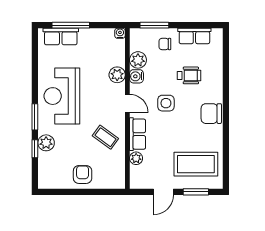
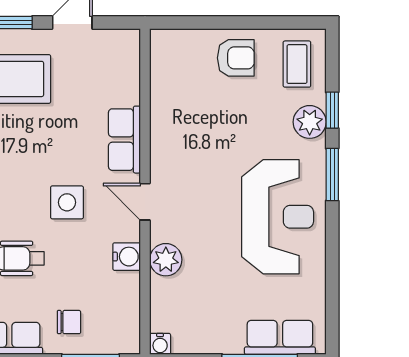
plant: (138, 60) -> (124, 290), removed
coffee table: (105, 137) -> (297, 64), moved, turned 54
plant: (136, 158) -> (127, 91), removed
armchair: (83, 174) -> (236, 58), turned -90

